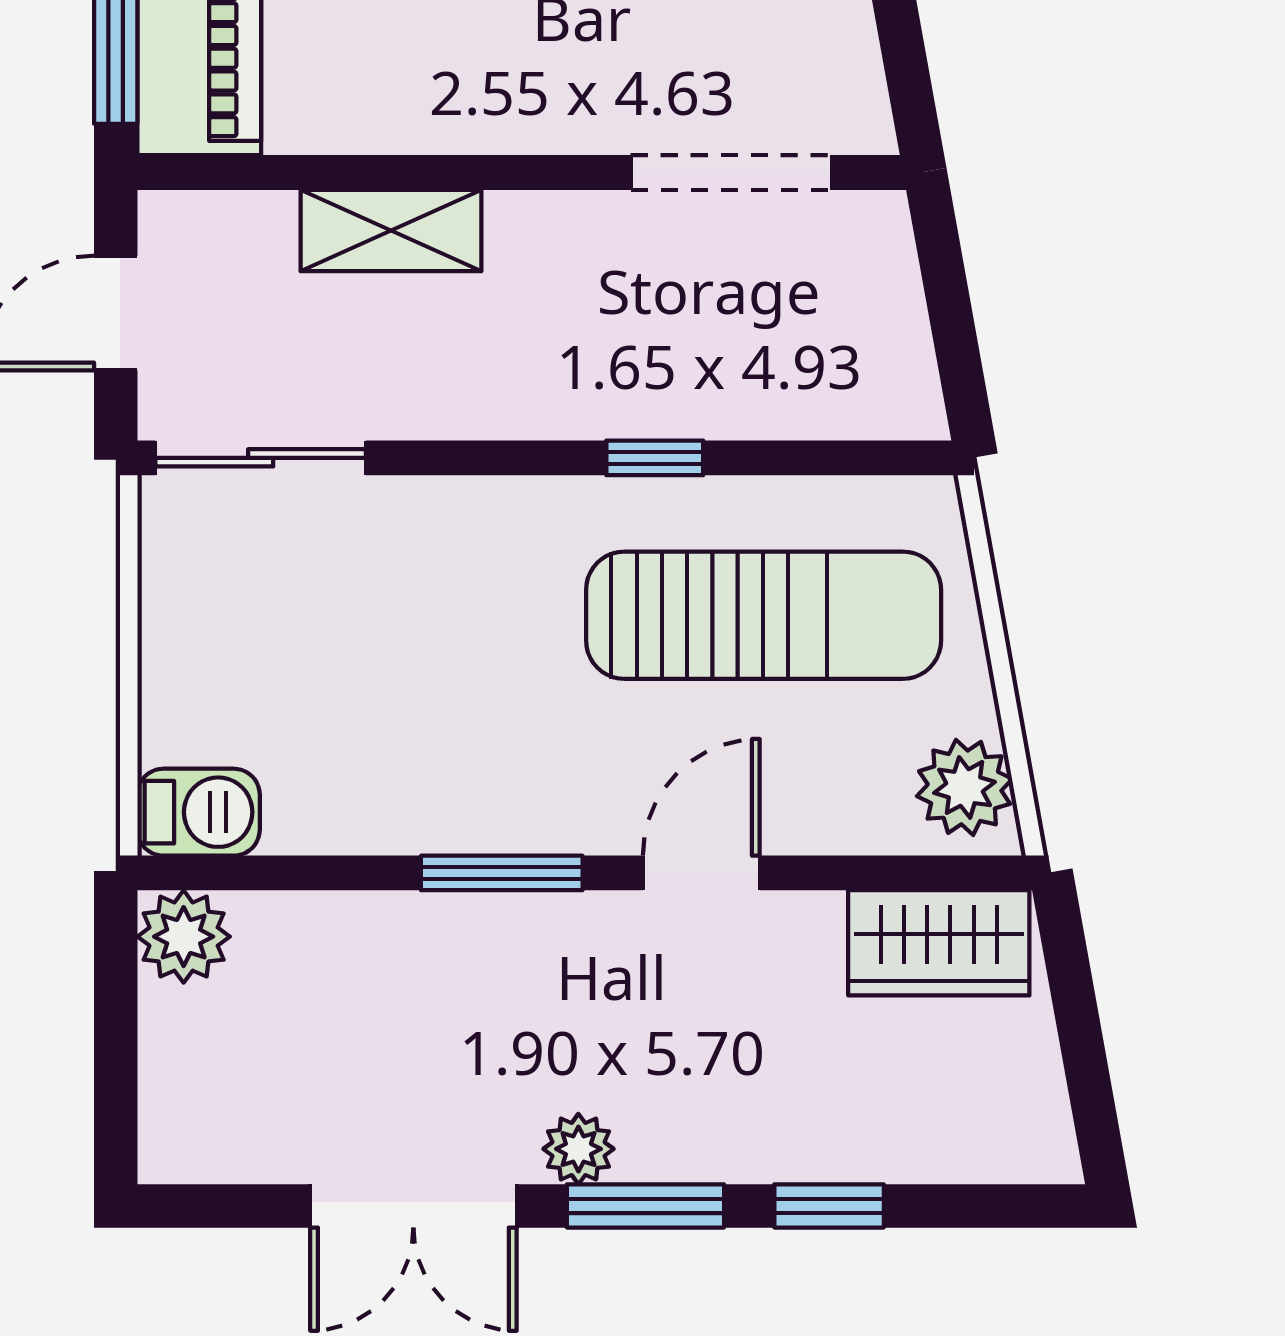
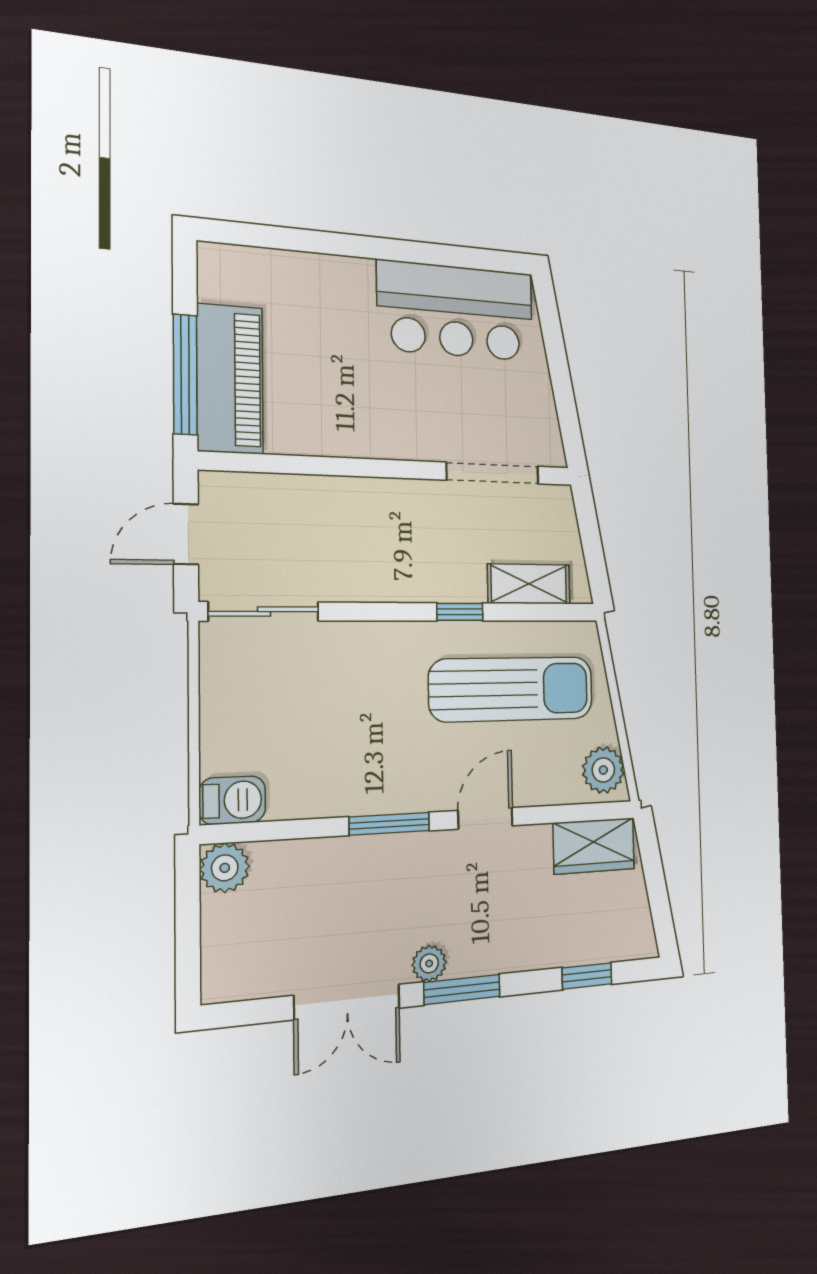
shelving: (391, 230) -> (529, 584), moved
window: (829, 1206) -> (587, 976), moved

